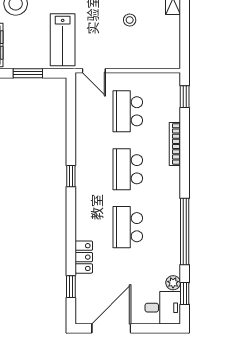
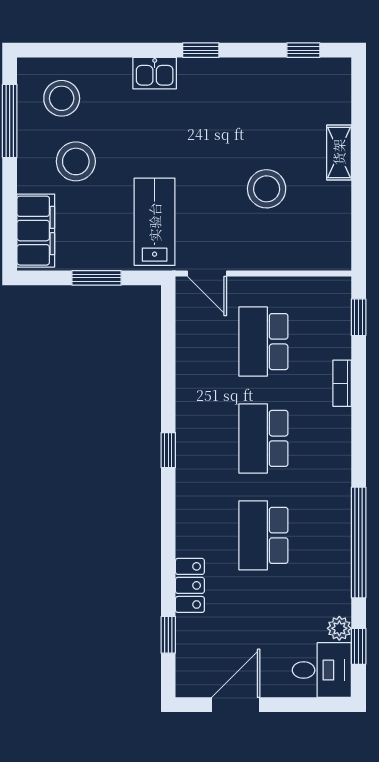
stool: (130, 20) -> (267, 189), width x1.89, depth x1.89
lab bench: (63, 40) -> (155, 222), turned 180
bookcase: (175, 144) -> (342, 383), width x0.64
door: (111, 328) -> (236, 705), width x0.73

